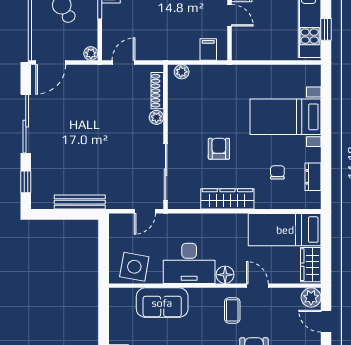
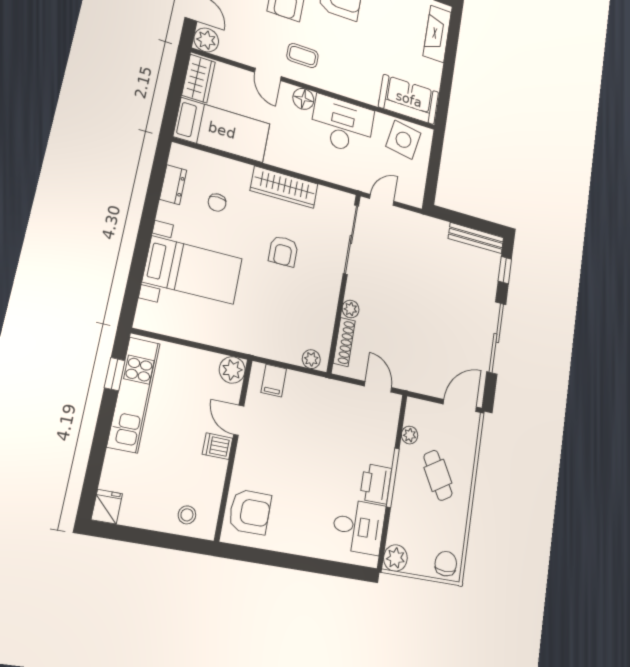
plant: (241, 51) -> (232, 370), added
plant: (91, 54) -> (410, 435), moved
door: (123, 63) -> (378, 387), swing flipped
bench: (80, 202) -> (476, 238), moved
sofa: (162, 303) -> (409, 99), moved
coffee table: (232, 310) -> (303, 56), turned 90

